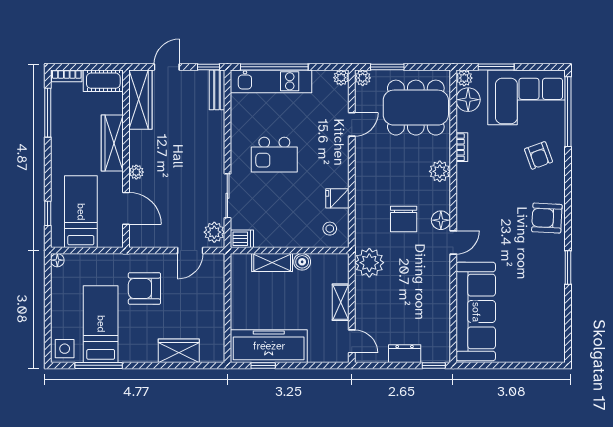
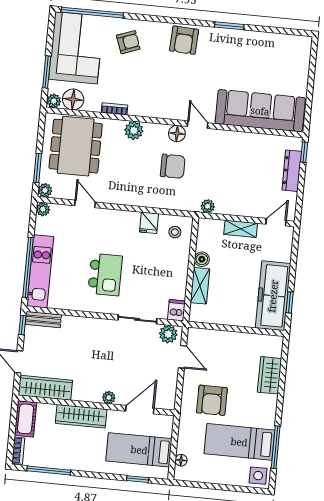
floor lamp: (57, 260) -> (181, 460), moved
plant: (369, 263) -> (208, 206), width x0.53, depth x0.53
dresser: (405, 354) -> (292, 171), width x1.44

